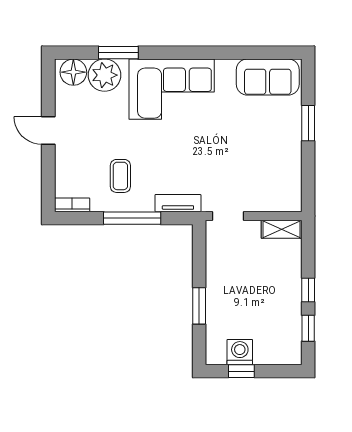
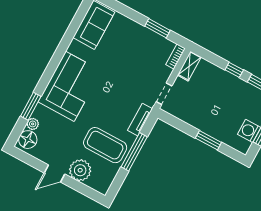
plant: (105, 75) -> (33, 124), width x0.53, depth x0.53
window: (308, 123) -> (158, 28), moved
plant: (70, 161) -> (80, 170), added
coffee table: (120, 176) -> (105, 145), width x1.86, depth x1.72
bookcase: (72, 205) -> (176, 57), moved

